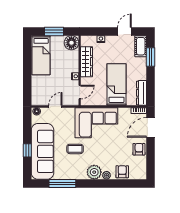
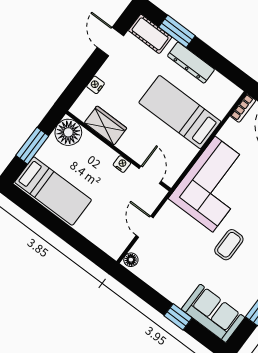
wardrobe: (87, 62) -> (106, 125), width x0.67
dresser: (142, 93) -> (191, 63), moved
sofa: (42, 151) -> (213, 313), width x0.54, depth x0.79

